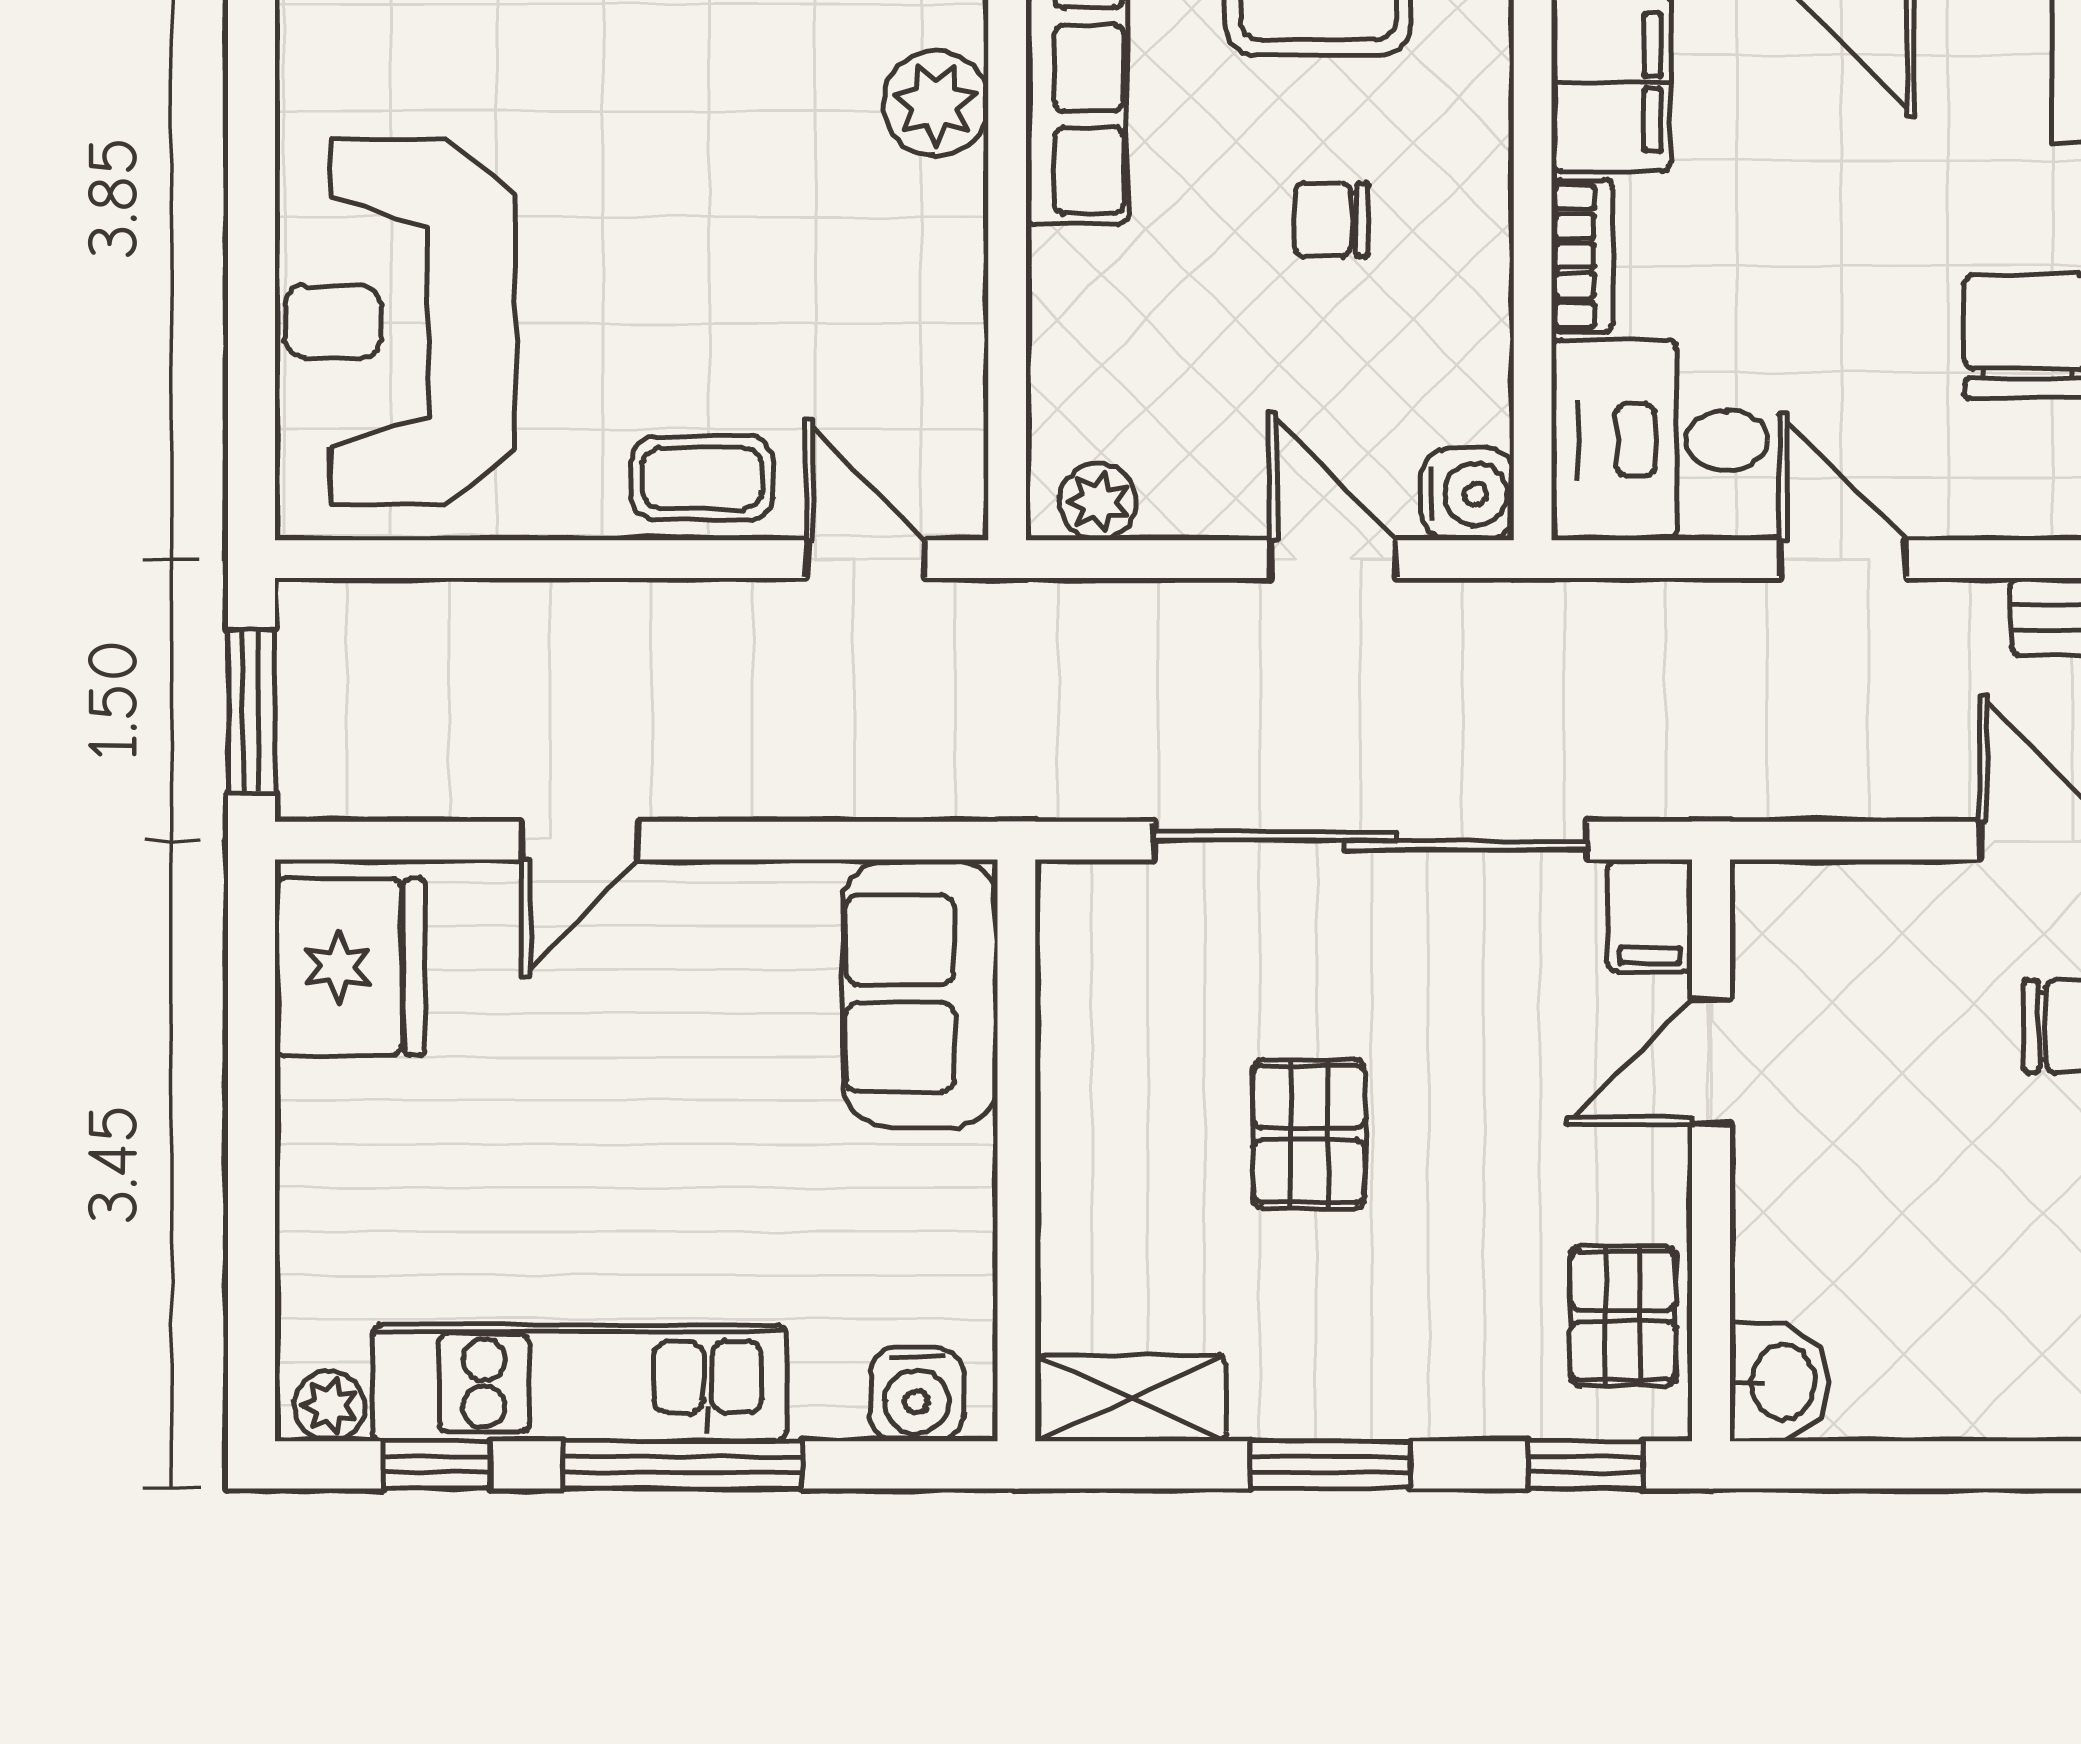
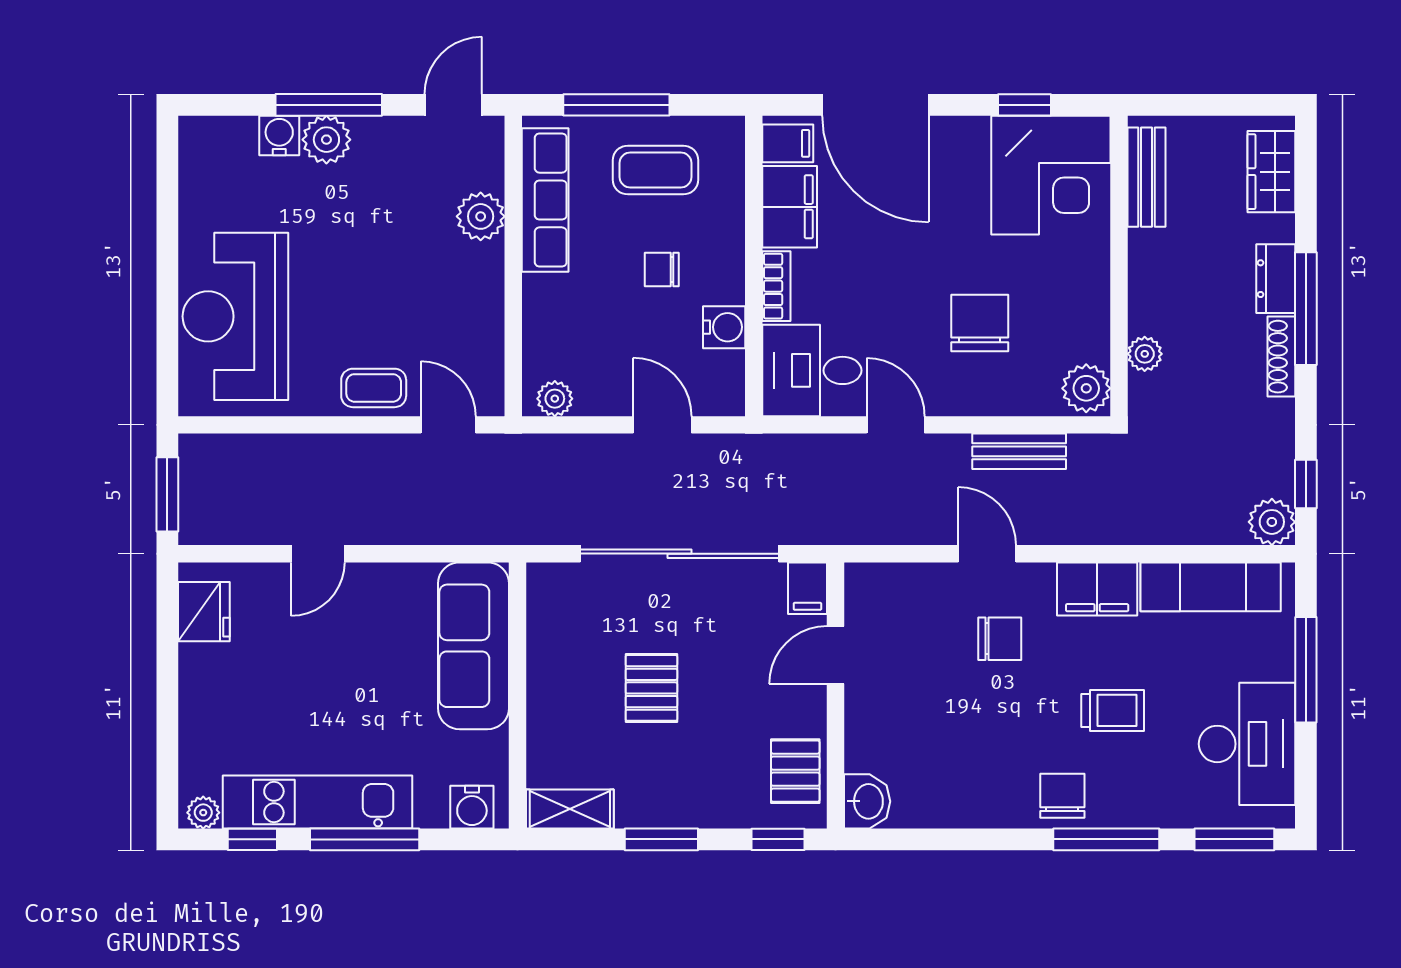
water cooler: (1468, 494) -> (724, 327), moved
fridge: (350, 967) -> (204, 612), width x0.73, depth x0.75
sofa: (920, 993) -> (473, 646), width x1.36

